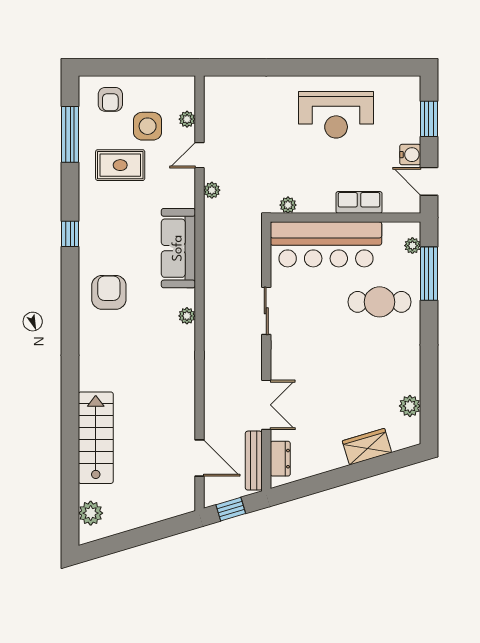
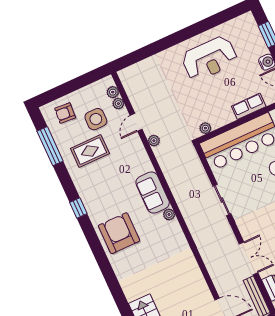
armchair: (110, 99) -> (65, 113), turned 94
plant: (187, 101) -> (113, 92), added
sofa: (178, 248) -> (153, 193), width x0.73
armchair: (109, 292) -> (119, 233), width x1.36, depth x1.36
plant: (187, 316) -> (169, 214), moved

